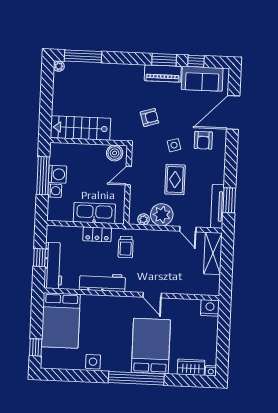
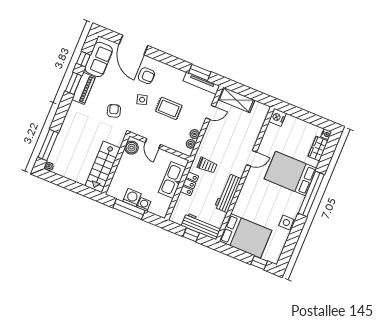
plant: (162, 215) -> (195, 134), width x0.53, depth x0.53

